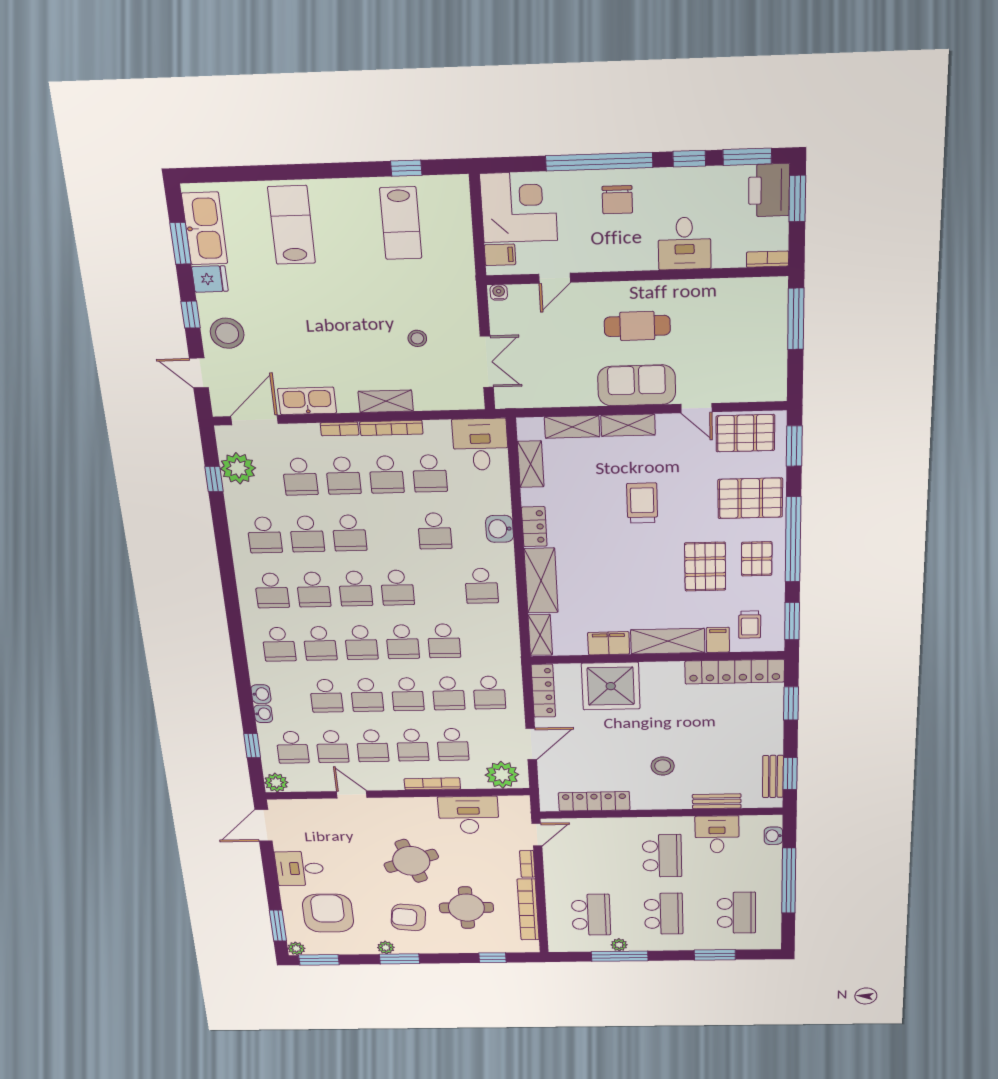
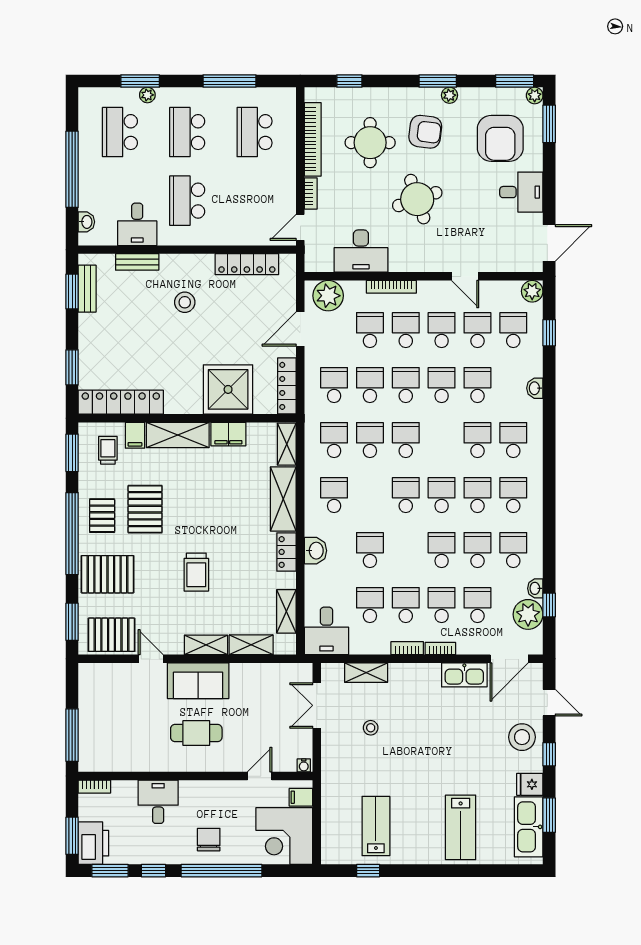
shelving: (386, 401) -> (366, 673), moved
bookcase: (391, 428) -> (407, 648), width x0.64
school desk: (361, 643) -> (334, 440), moved
washbasin: (263, 714) -> (535, 588), moved
plant: (619, 945) -> (147, 95), moved

